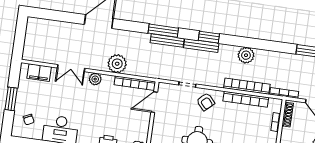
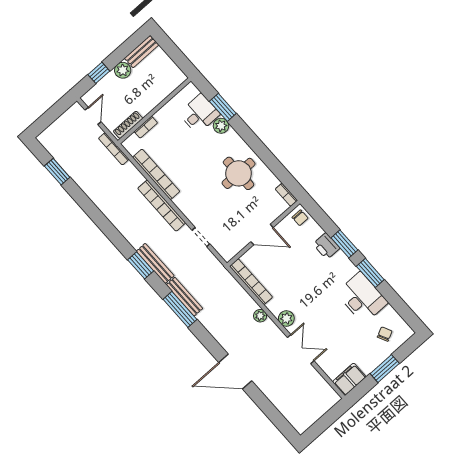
plant: (246, 55) -> (120, 217), removed
plant: (117, 64) -> (260, 316), width x0.53, depth x0.53
filing cabinet: (39, 73) -> (349, 379), moved, turned -90
bookcase: (247, 86) -> (162, 206), moved
door: (154, 102) -> (262, 235), moved
armchair: (206, 102) -> (197, 205), removed

